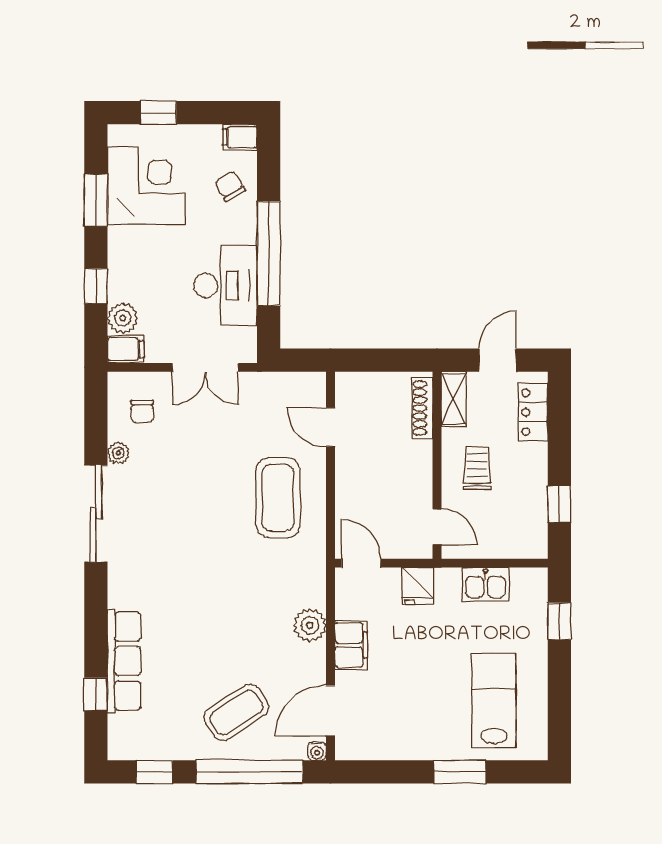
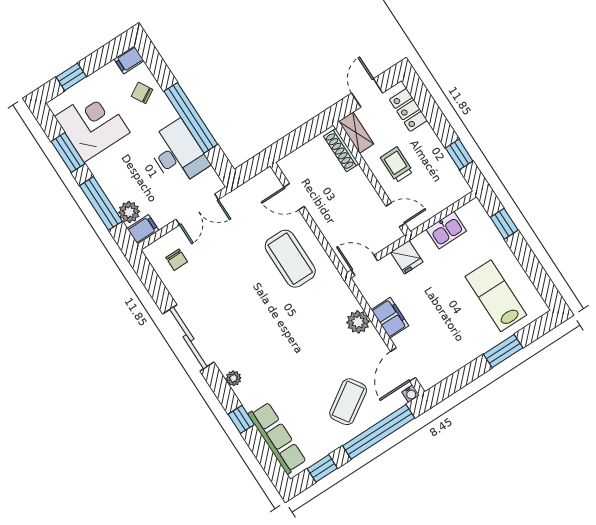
window: (96, 286) -> (101, 203), width x2.17
plant: (118, 453) -> (234, 378), moved
row of seats: (124, 661) -> (277, 438), moved
window: (96, 694) -> (241, 419), moved

